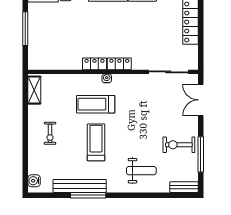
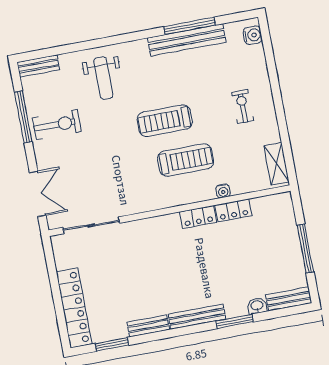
locker: (119, 64) -> (233, 210), moved
water cooler: (107, 78) -> (223, 191), moved
treadmill: (96, 142) -> (165, 121), moved, turned 90
weight bench: (141, 171) -> (103, 78), turned -90
window: (88, 195) -> (190, 26), moved

